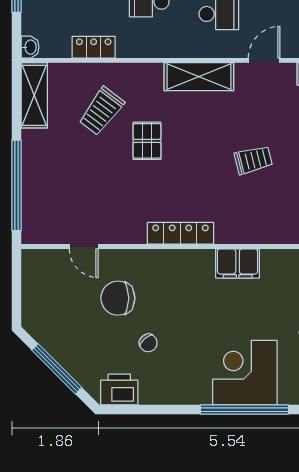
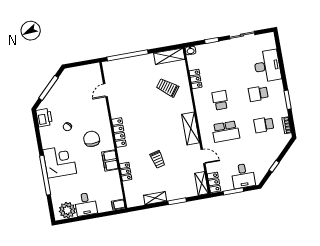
pallet: (147, 141) -> (158, 110), removed
locker: (268, 234) -> (126, 172), added
chair: (118, 298) -> (92, 139), moved
corner desk: (245, 373) -> (60, 161), moved

